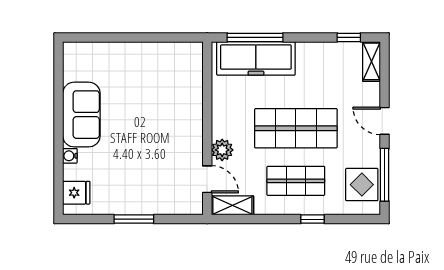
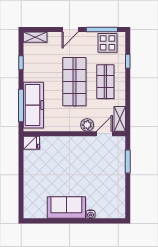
window: (349, 37) -> (21, 63), moved
fridge: (76, 193) -> (31, 143), moved, turned 90
window: (134, 219) -> (128, 161), moved
window: (313, 219) -> (128, 61), moved

